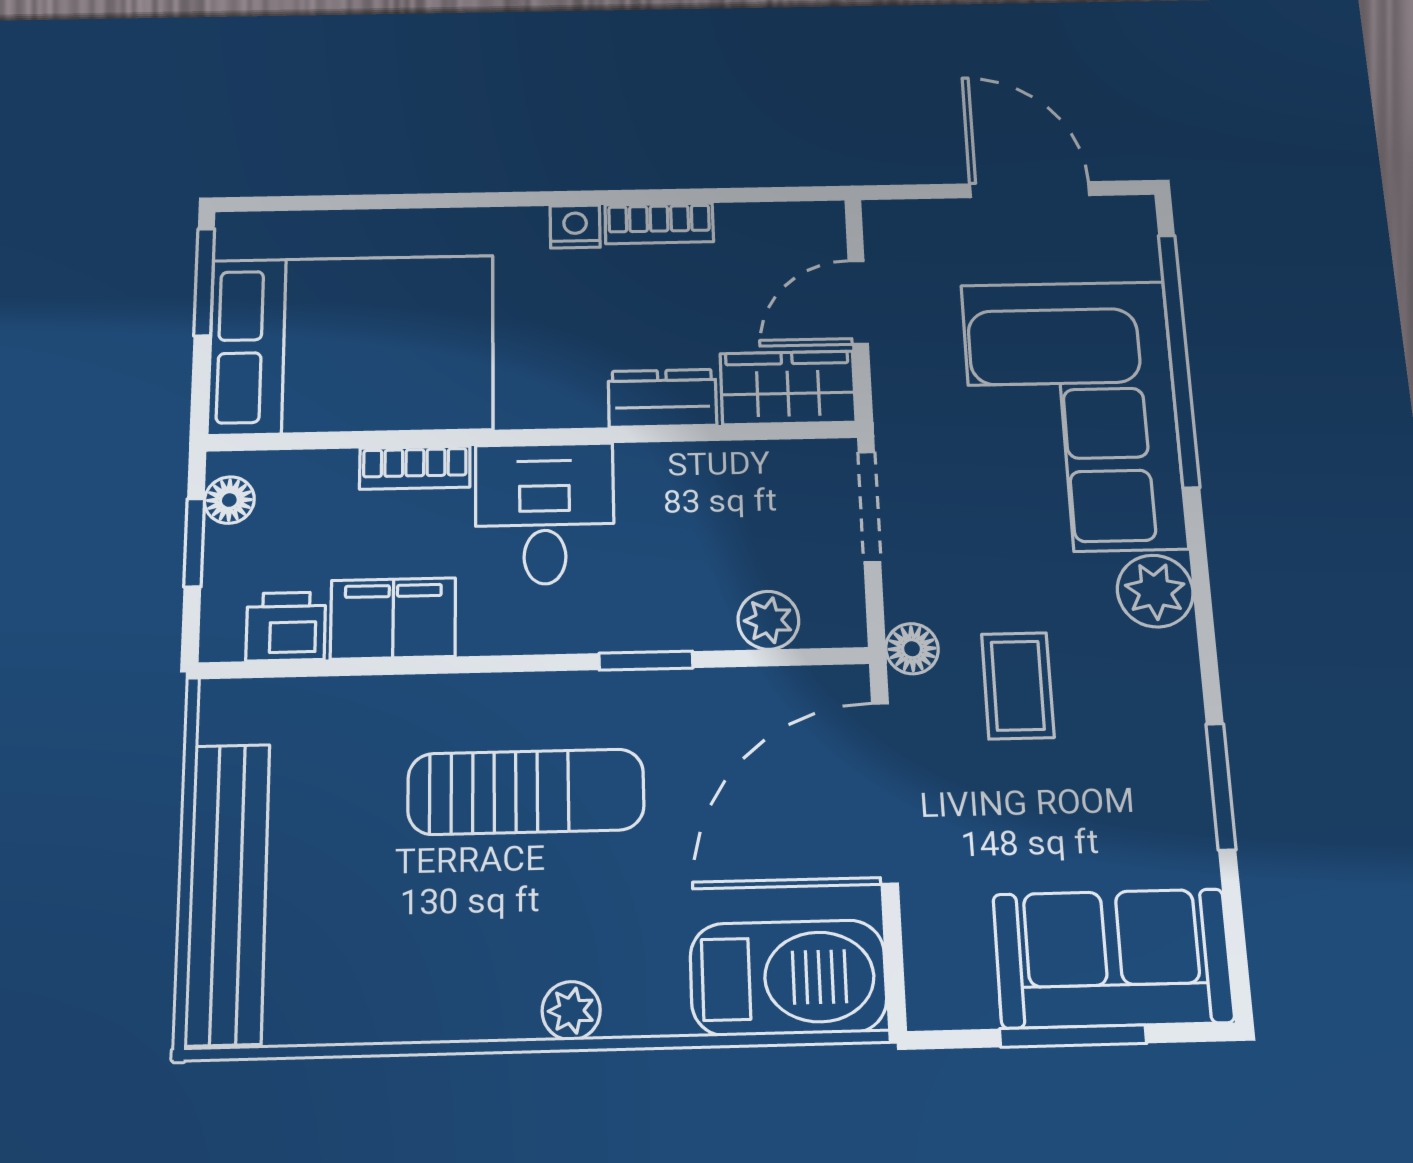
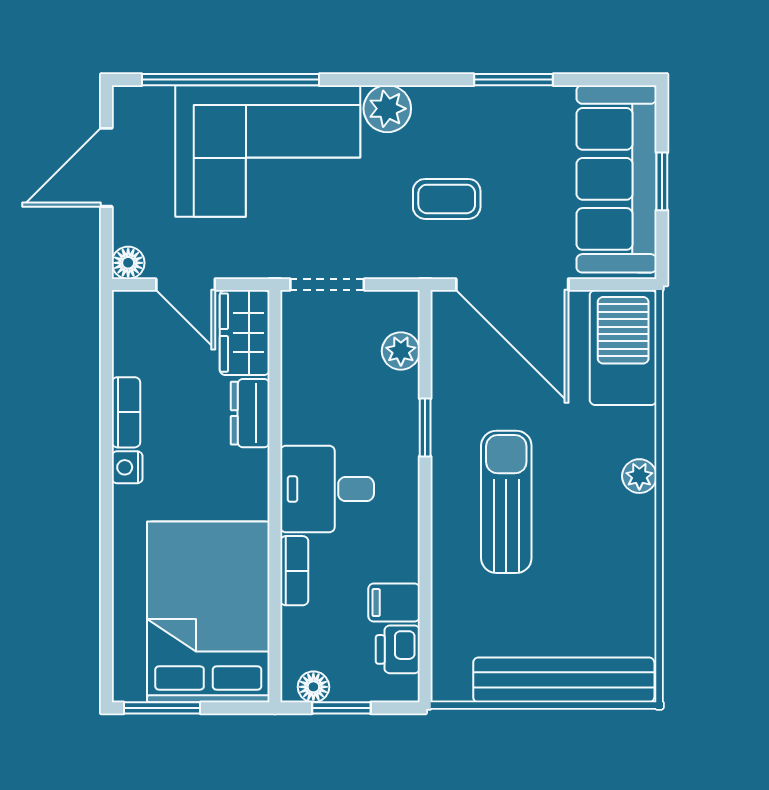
filing cabinet: (393, 618) -> (394, 603), width x0.50
floor lamp: (912, 649) -> (128, 263), moved
sofa: (1113, 958) -> (617, 179), width x1.36
window: (1073, 1036) -> (662, 181), width x0.67

